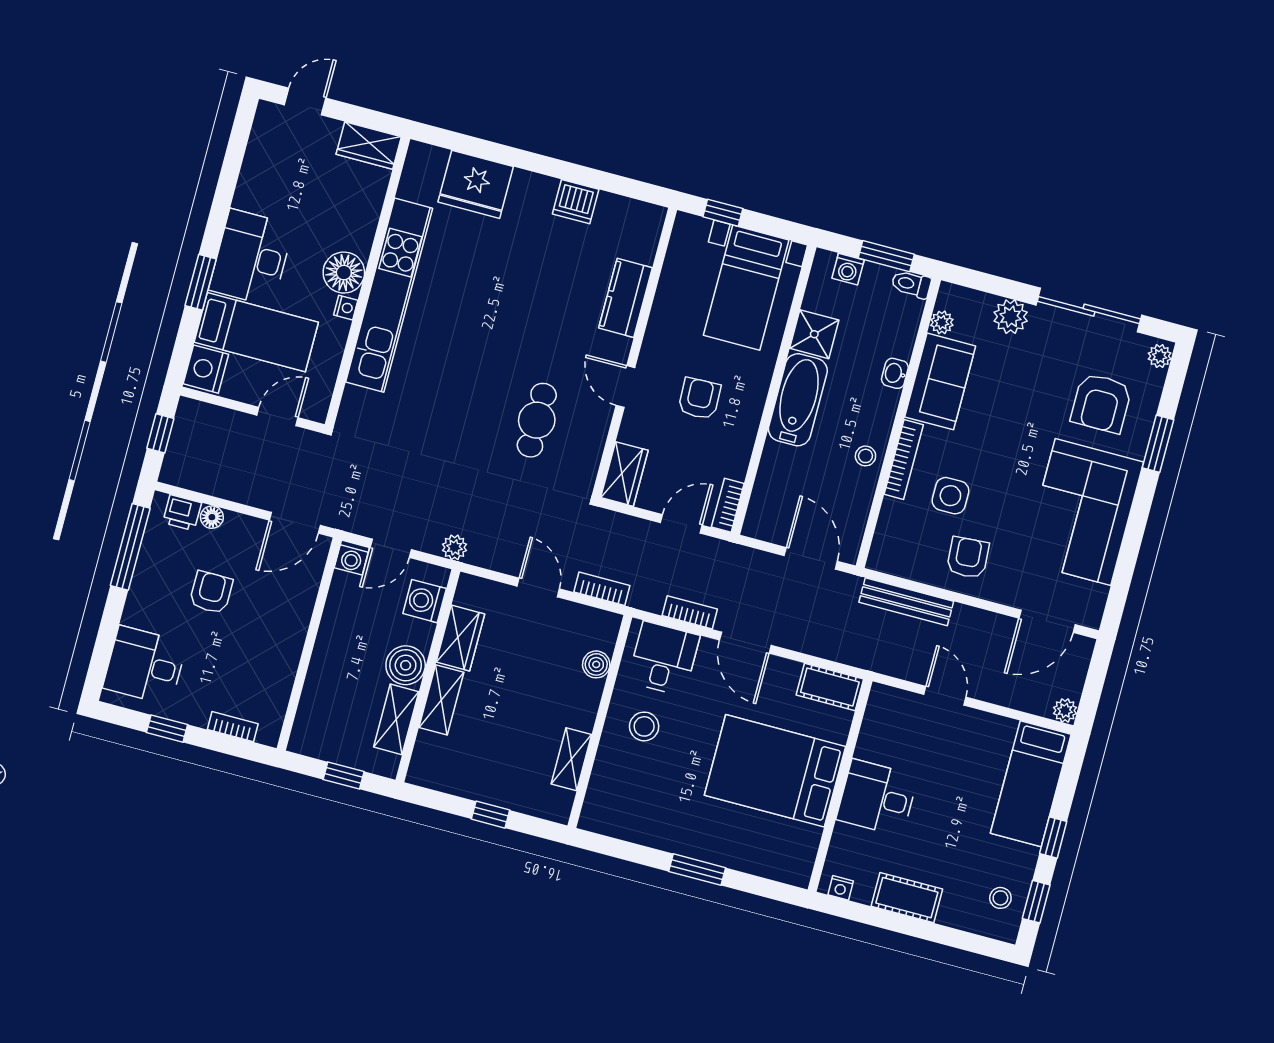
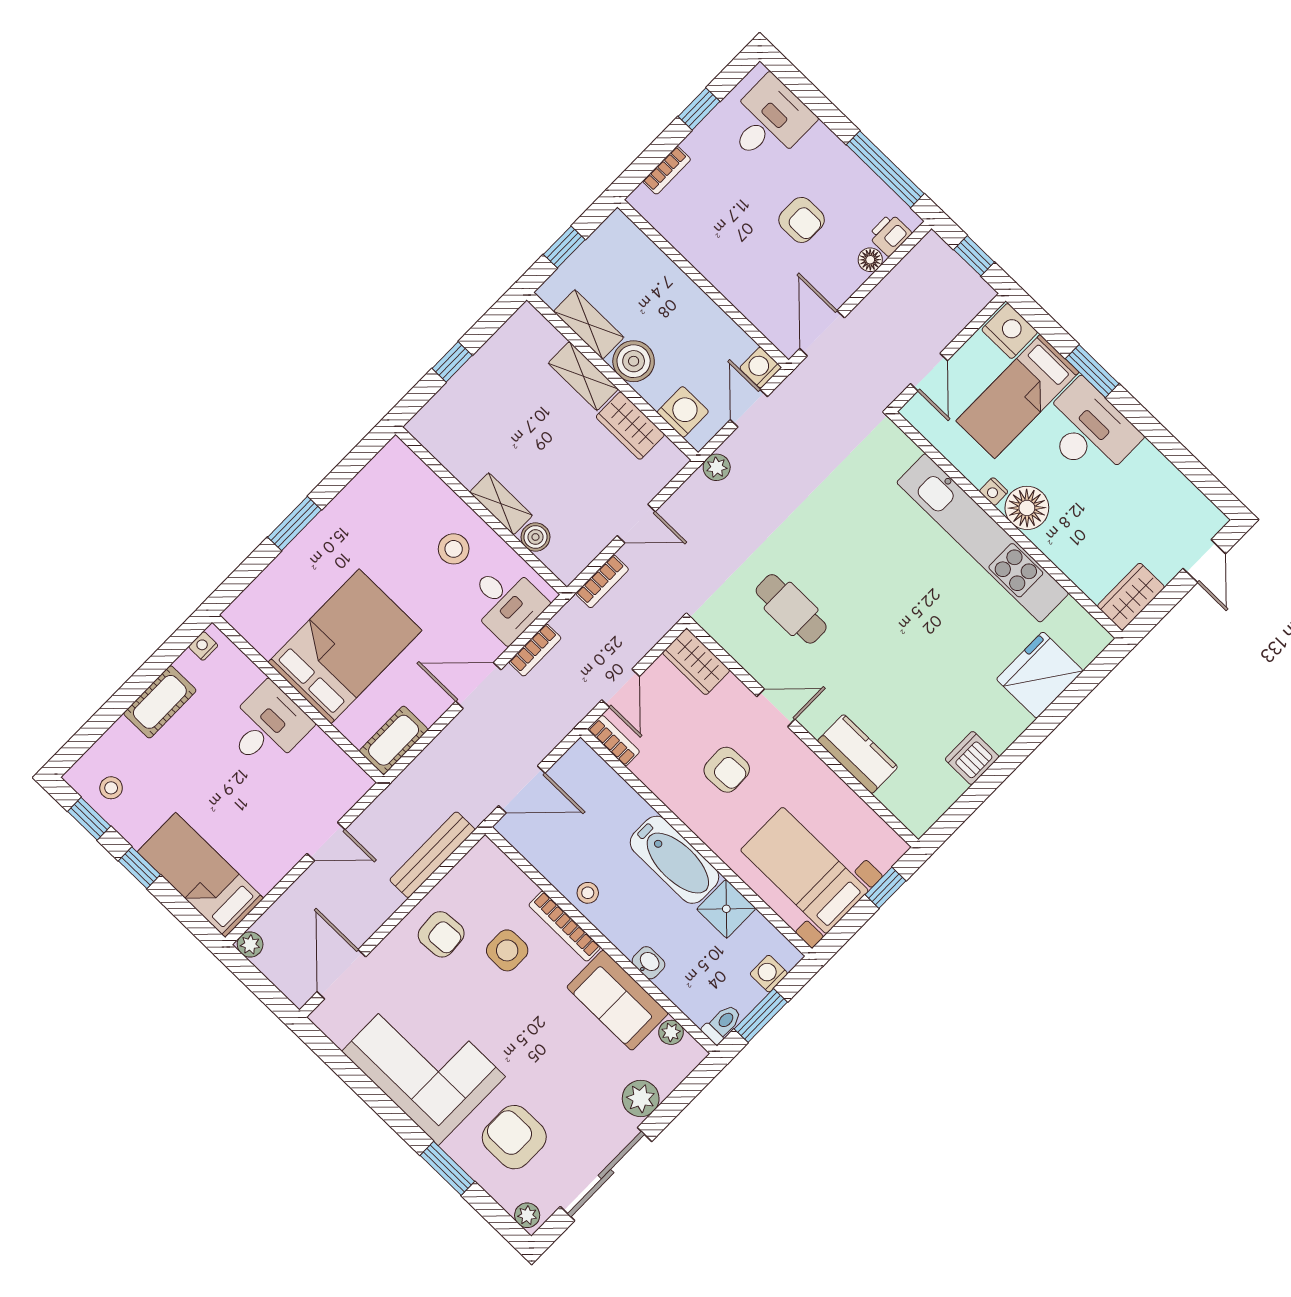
shelving: (571, 759) -> (501, 504), moved

